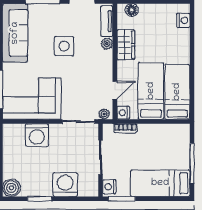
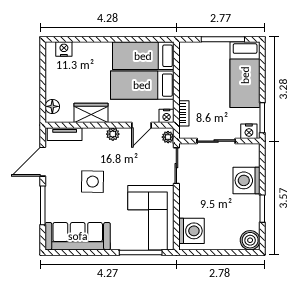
plant: (107, 44) -> (113, 134), moved
door: (115, 90) -> (142, 125), swing flipped
washing machine: (37, 135) -> (191, 231), moved

